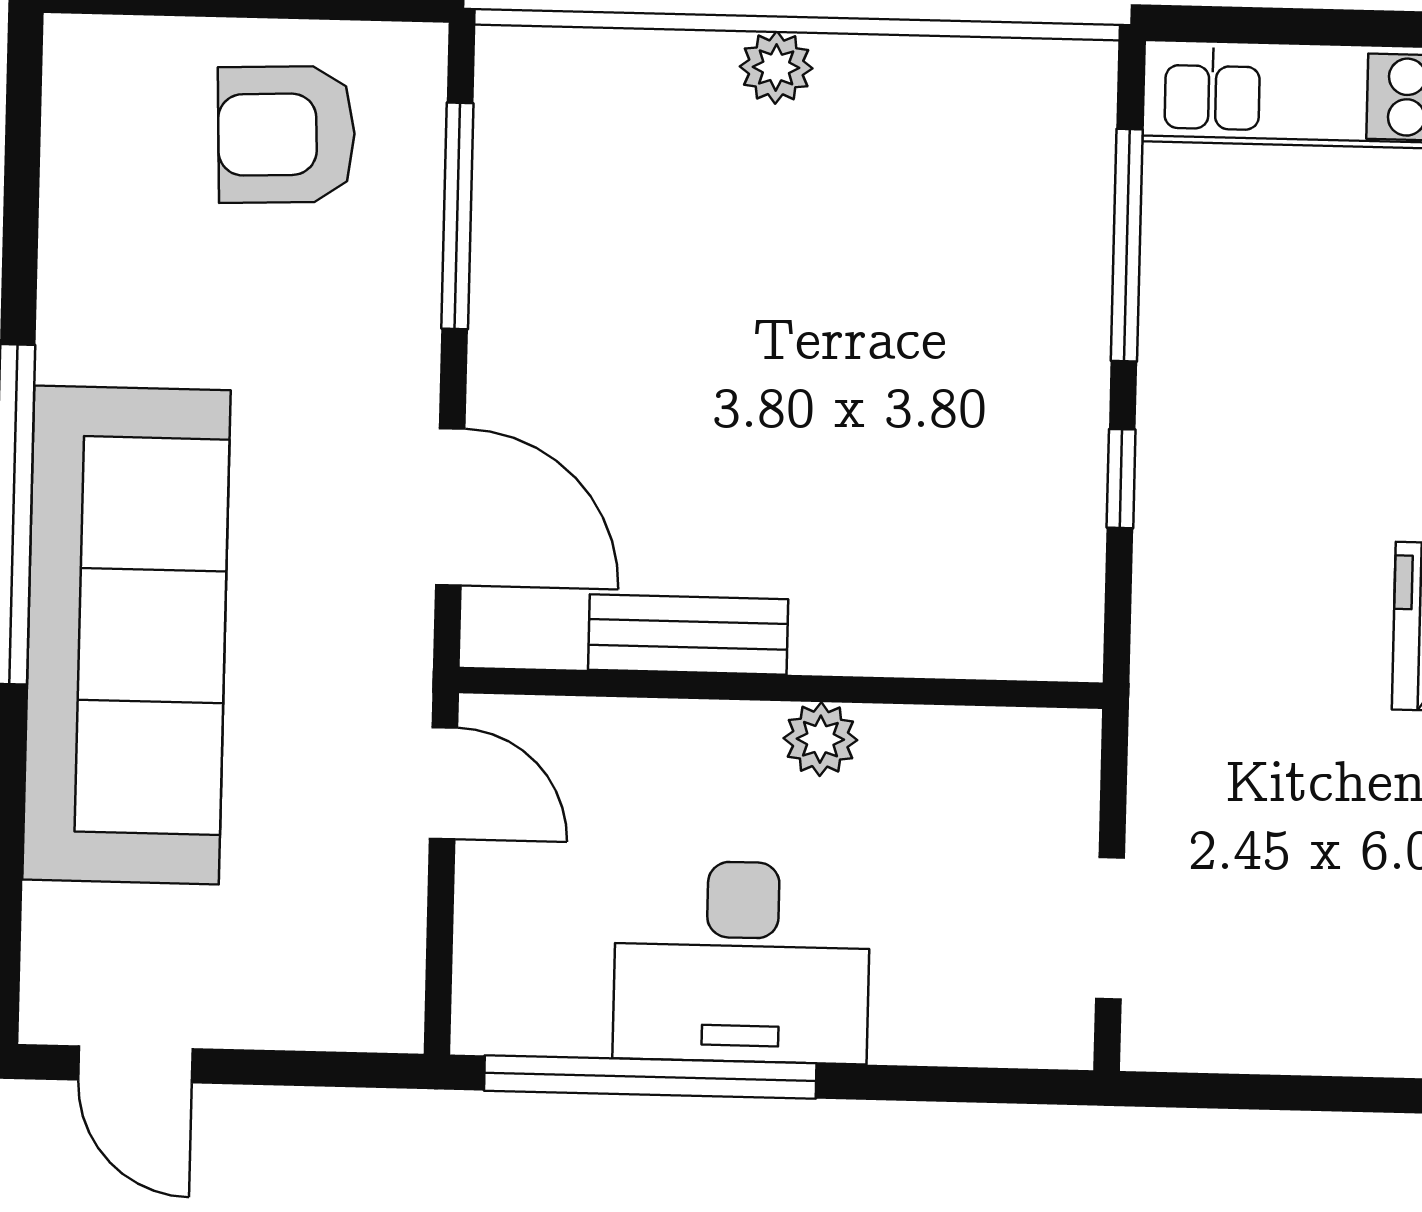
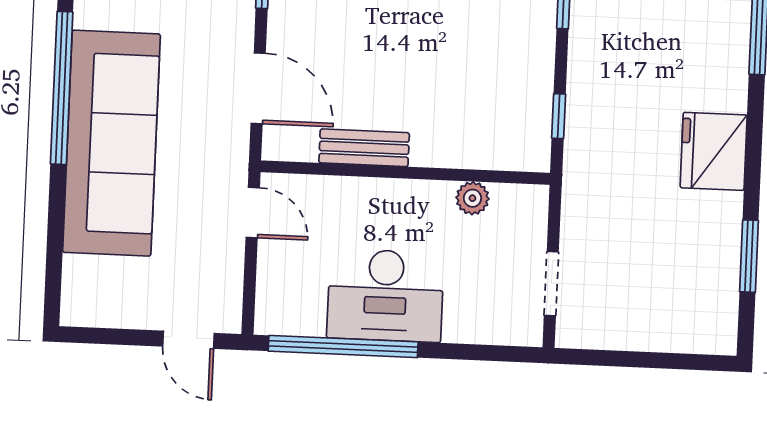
window: (1121, 479) -> (559, 116), moved
plant: (820, 739) -> (472, 198), moved
door: (135, 1064) -> (189, 340), moved

